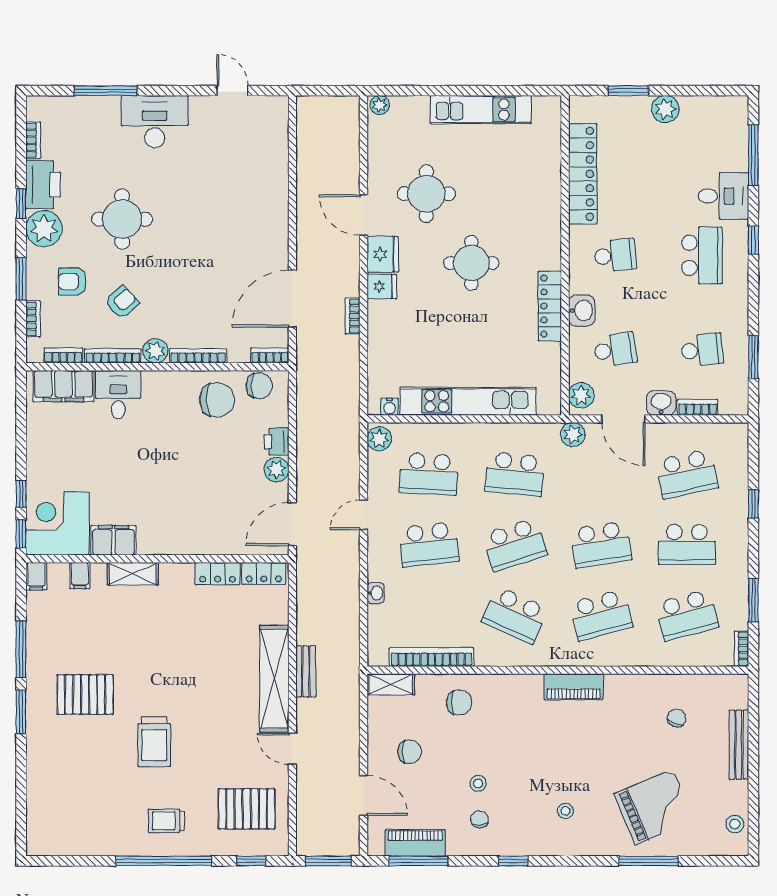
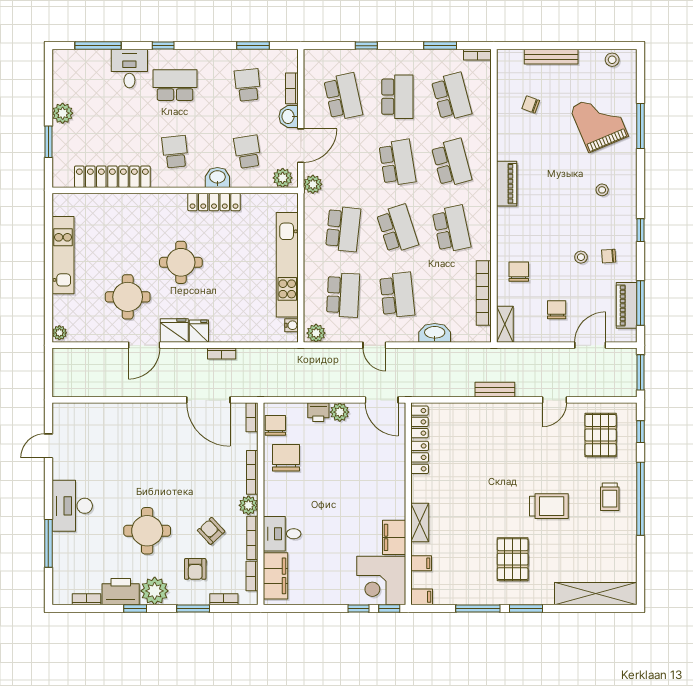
washbasin: (376, 593) -> (435, 333), width x1.91, depth x1.45
school desk: (515, 615) -> (452, 229), turned -36
shelving: (274, 679) -> (596, 594), moved

